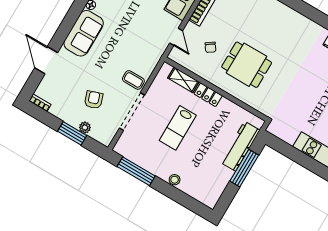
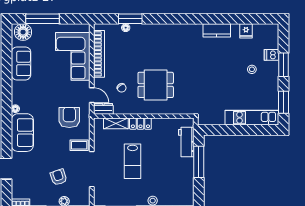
armchair: (140, 46) -> (69, 117), added
dresser: (180, 58) -> (103, 109), added
workbench: (240, 146) -> (186, 142), width x0.73

